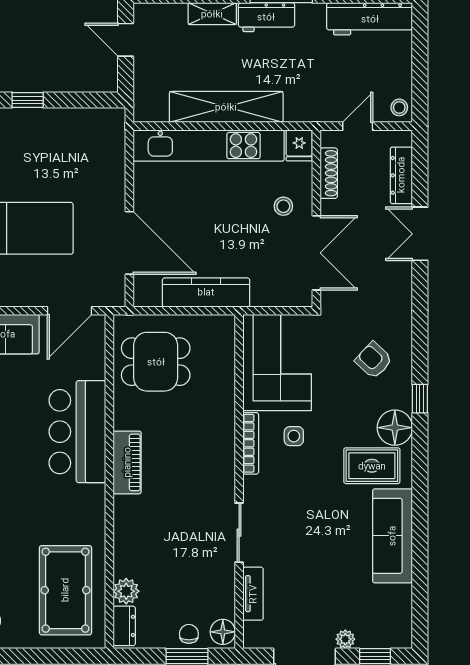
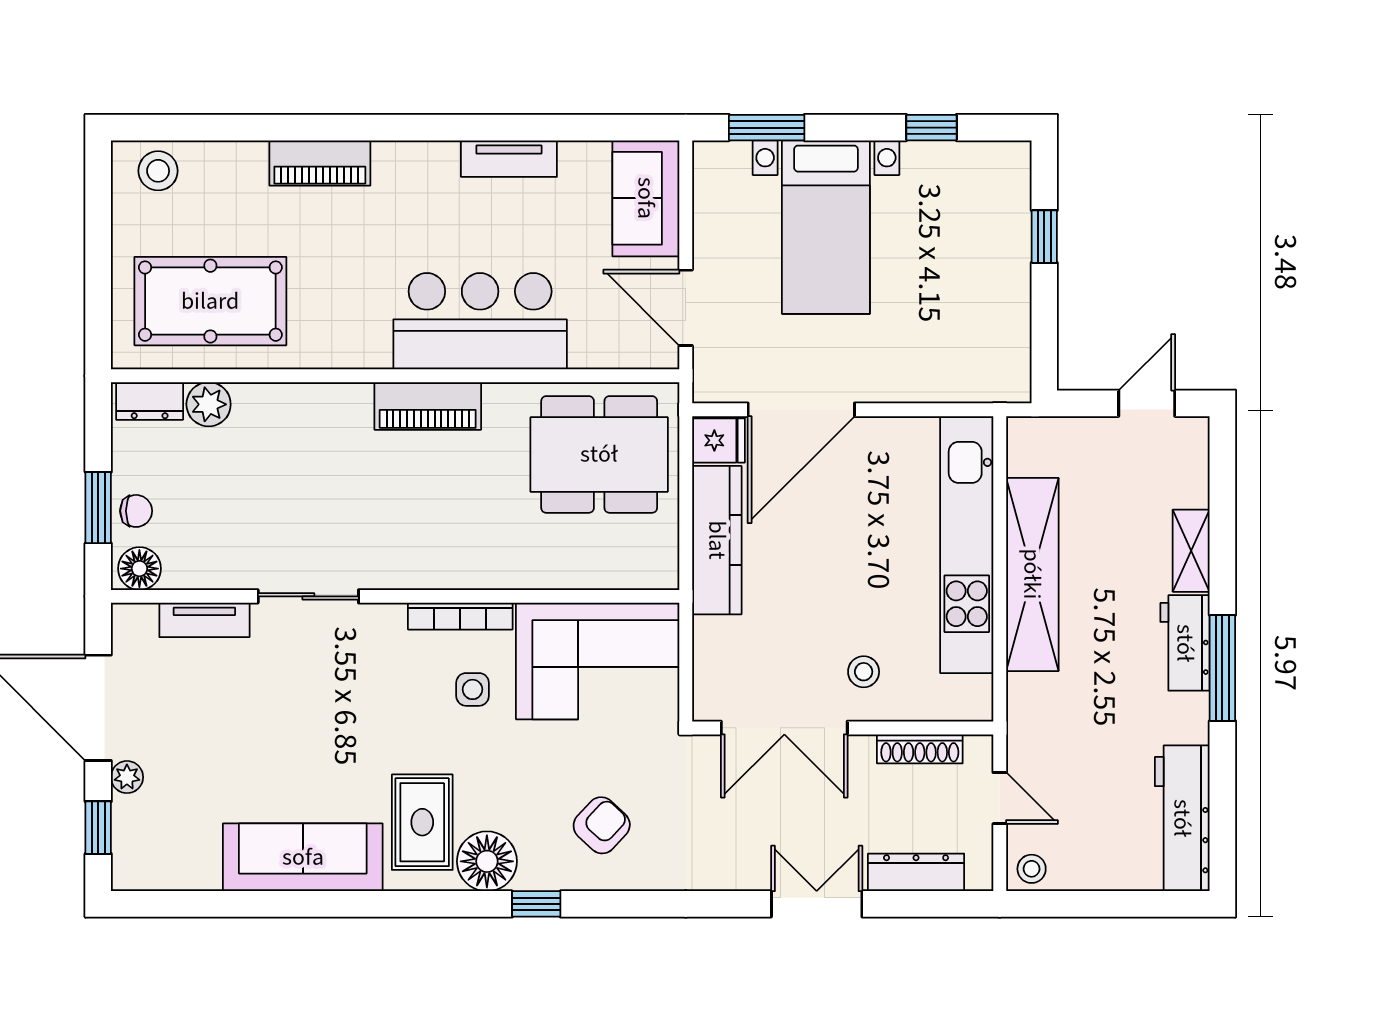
fridge: (299, 145) -> (719, 440), moved, turned 180
dining table: (156, 362) -> (599, 454), width x1.38

